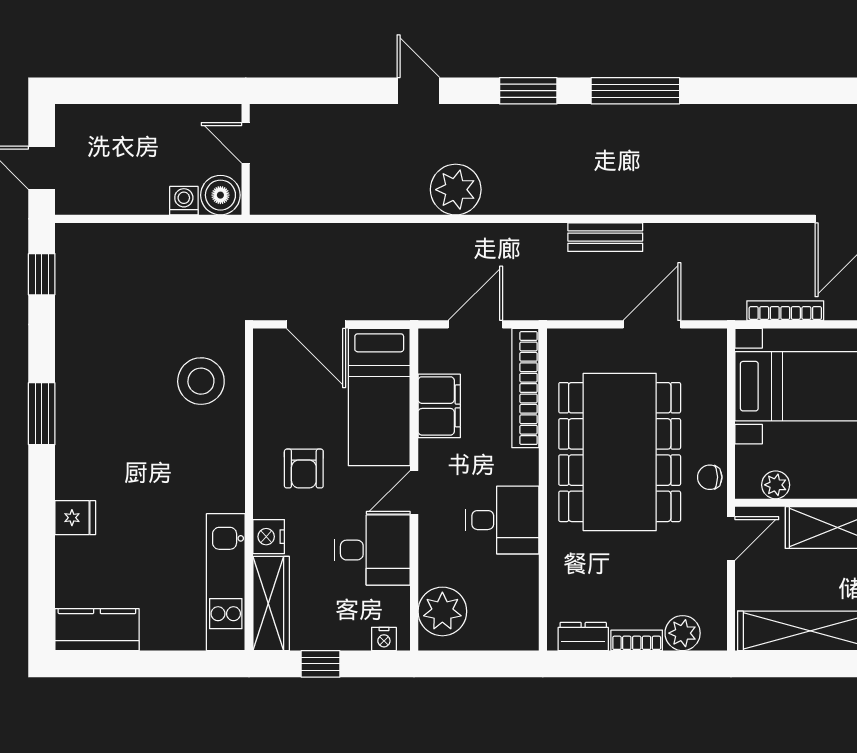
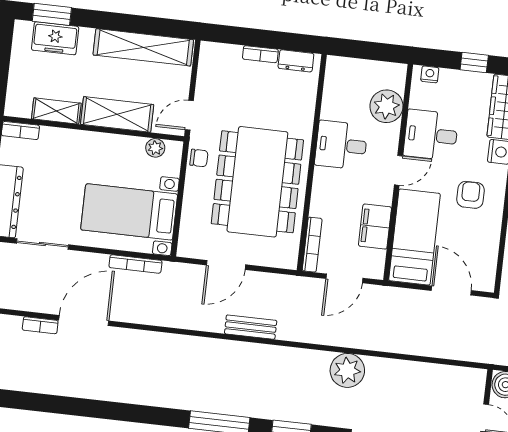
bookcase: (525, 388) -> (312, 245), width x0.68, depth x0.76
plant: (442, 611) -> (386, 106), moved
plant: (683, 633) -> (229, 56), removed

